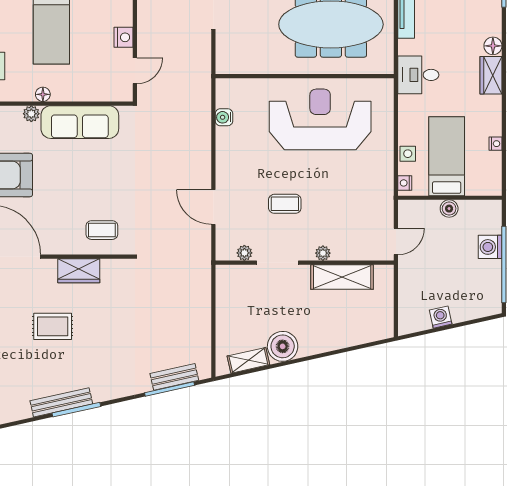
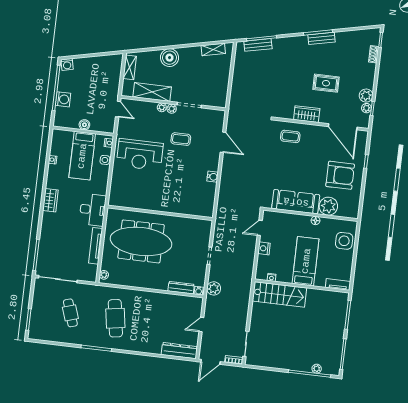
floor lamp: (493, 46) -> (47, 217), removed
desk: (418, 75) -> (93, 210), width x1.37
plant: (31, 114) -> (328, 206), width x1.88, depth x1.88
water cooler: (224, 117) -> (213, 177), moved
reception desk: (320, 119) -> (140, 155), moved, width x0.74, depth x0.77
door: (396, 241) -> (118, 109), swing flipped
plant: (244, 253) -> (172, 109), moved
shelving: (385, 314) -> (130, 67), added
washing machine: (441, 317) -> (67, 64), moved
boiler: (283, 346) -> (169, 58), moved
bench: (61, 402) -> (321, 38), width x0.73

